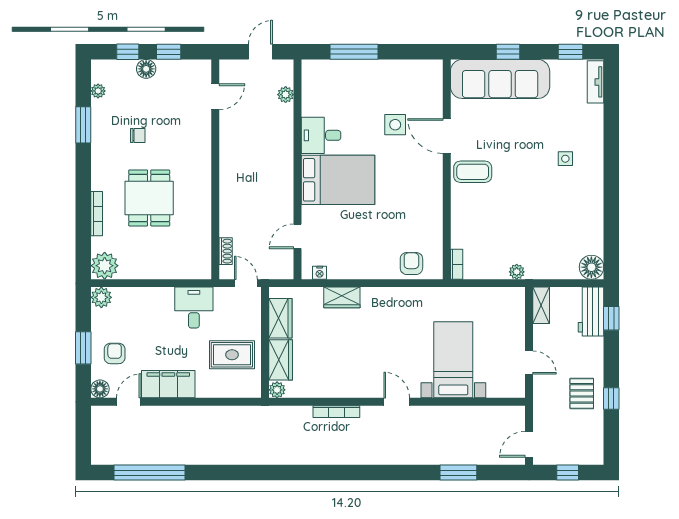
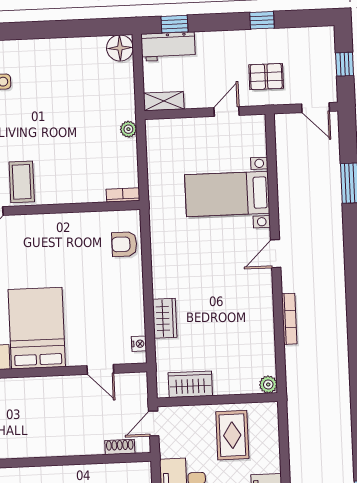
wardrobe: (281, 360) -> (236, 382), removed
pallet: (582, 393) -> (266, 77), moved

